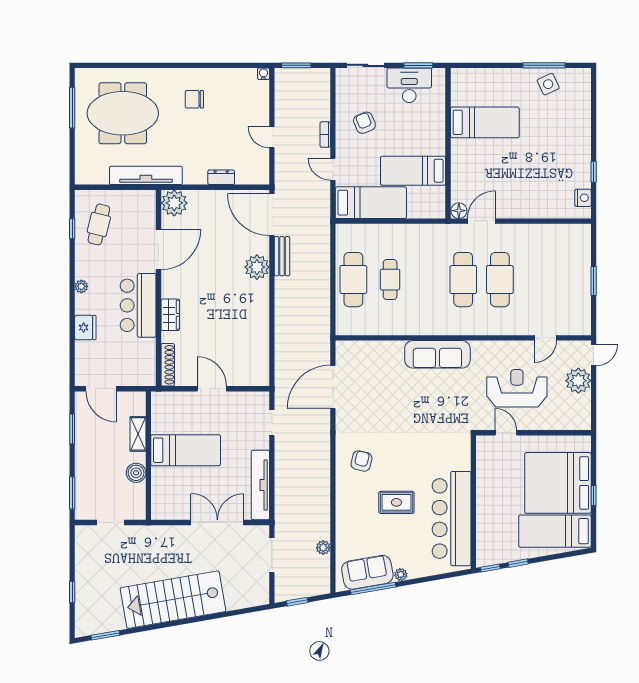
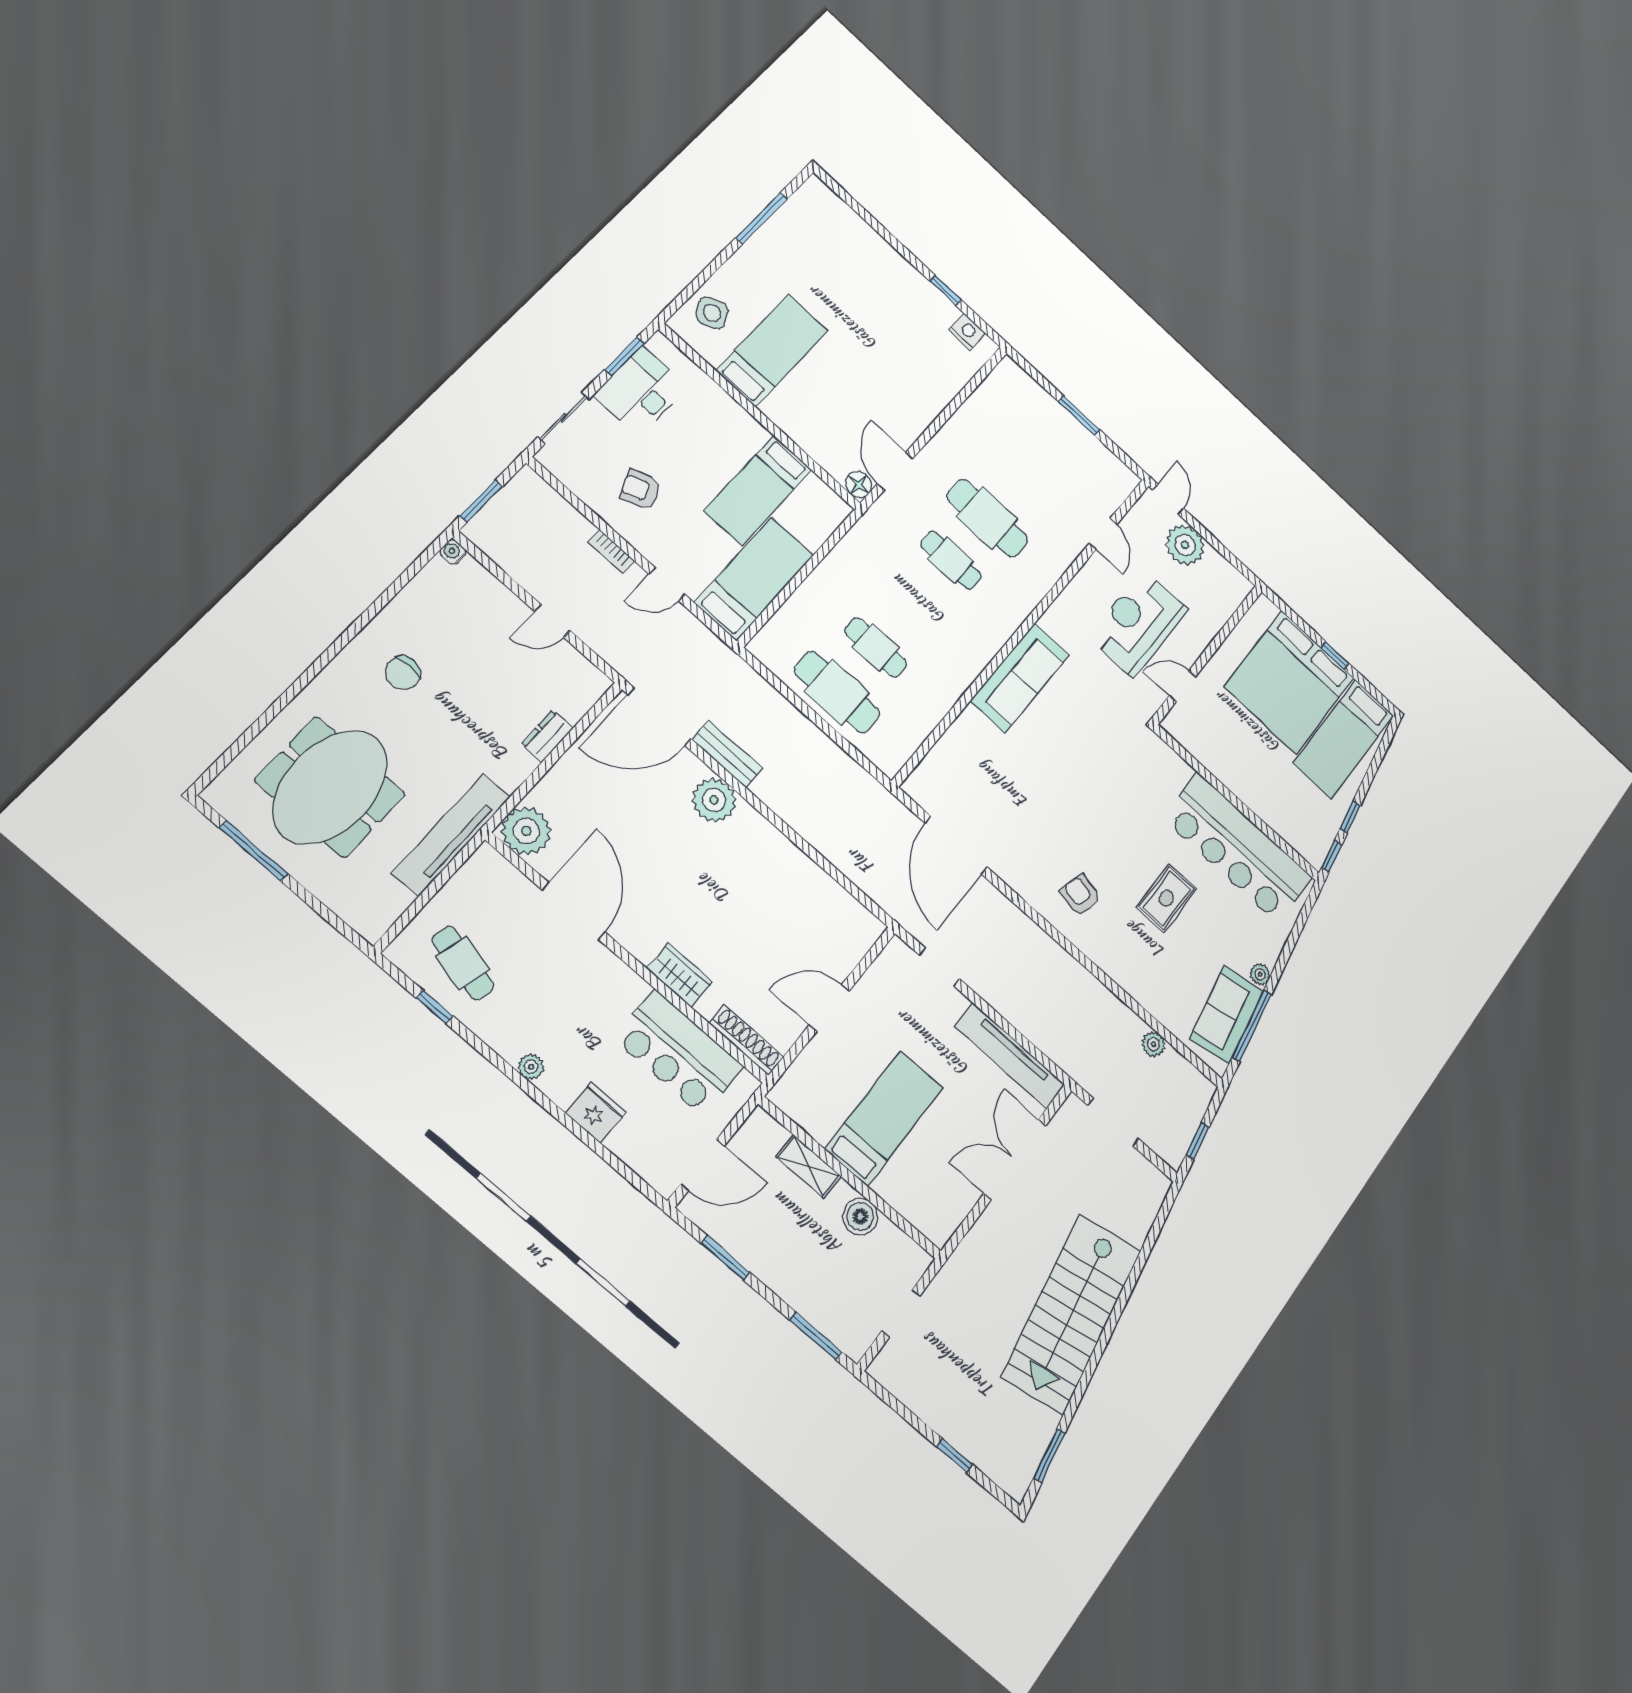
side table: (548, 84) -> (712, 313), moved
cafe table: (463, 280) -> (951, 560), width x0.73, depth x0.74
bar counter: (138, 305) -> (679, 1053), moved

